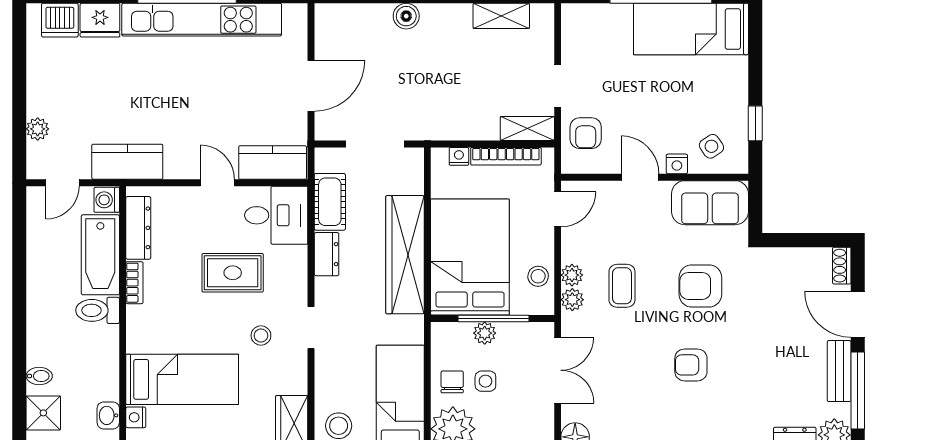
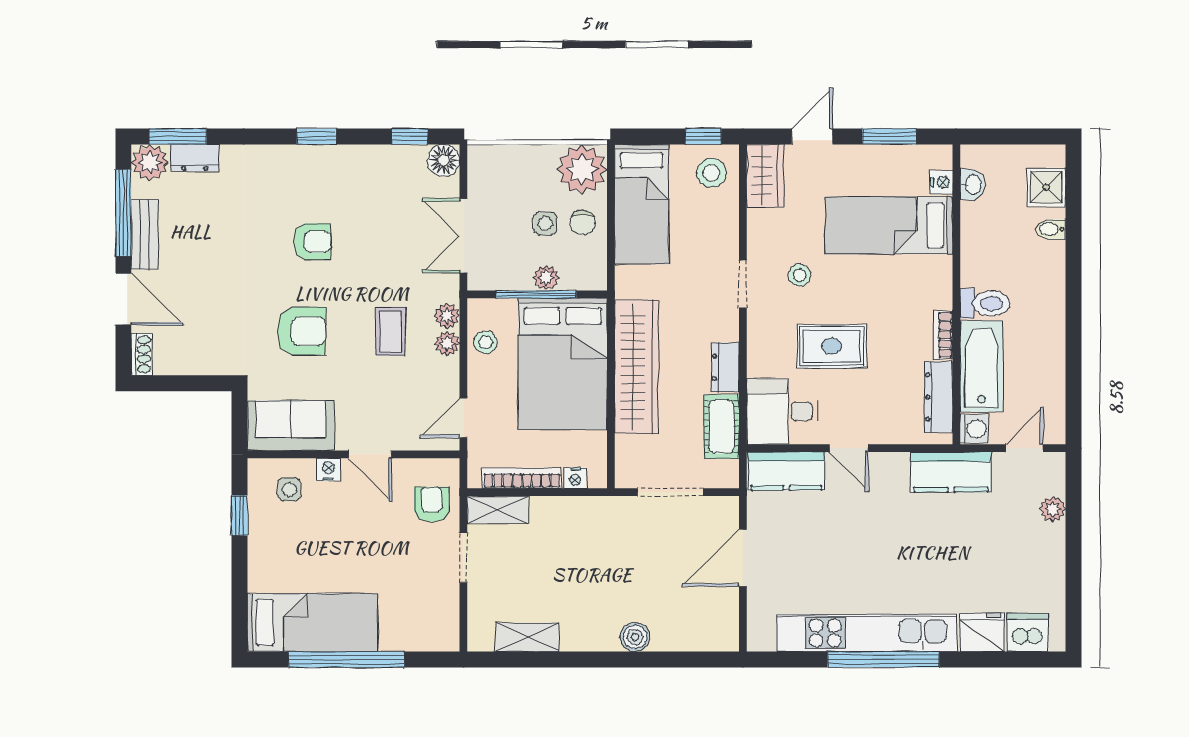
side table: (711, 146) -> (289, 489), turned 34

